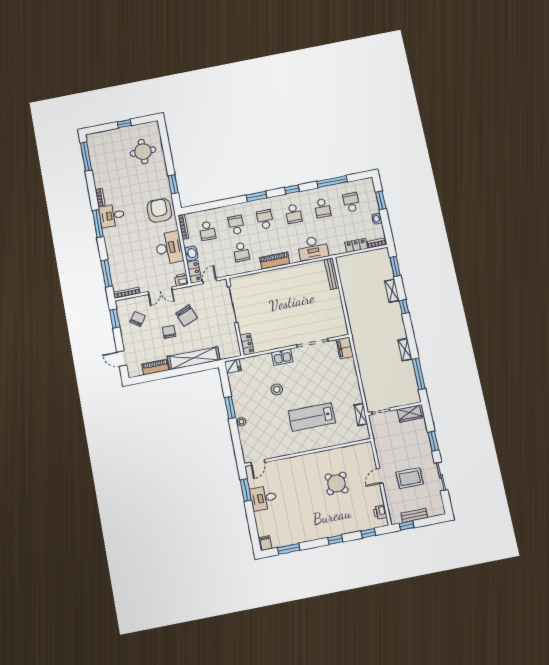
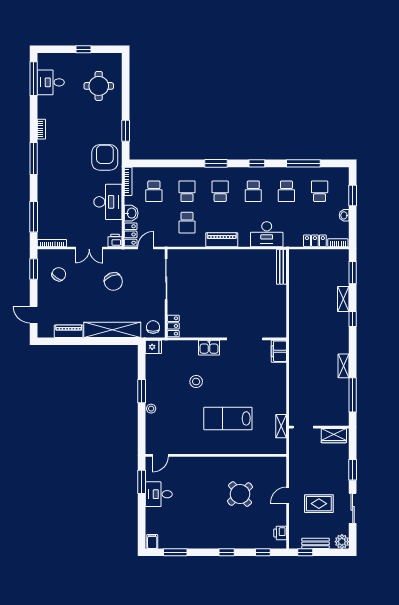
desk: (112, 216) -> (51, 82), moved
chair: (169, 332) -> (153, 327), moved
plant: (438, 509) -> (342, 542), added

